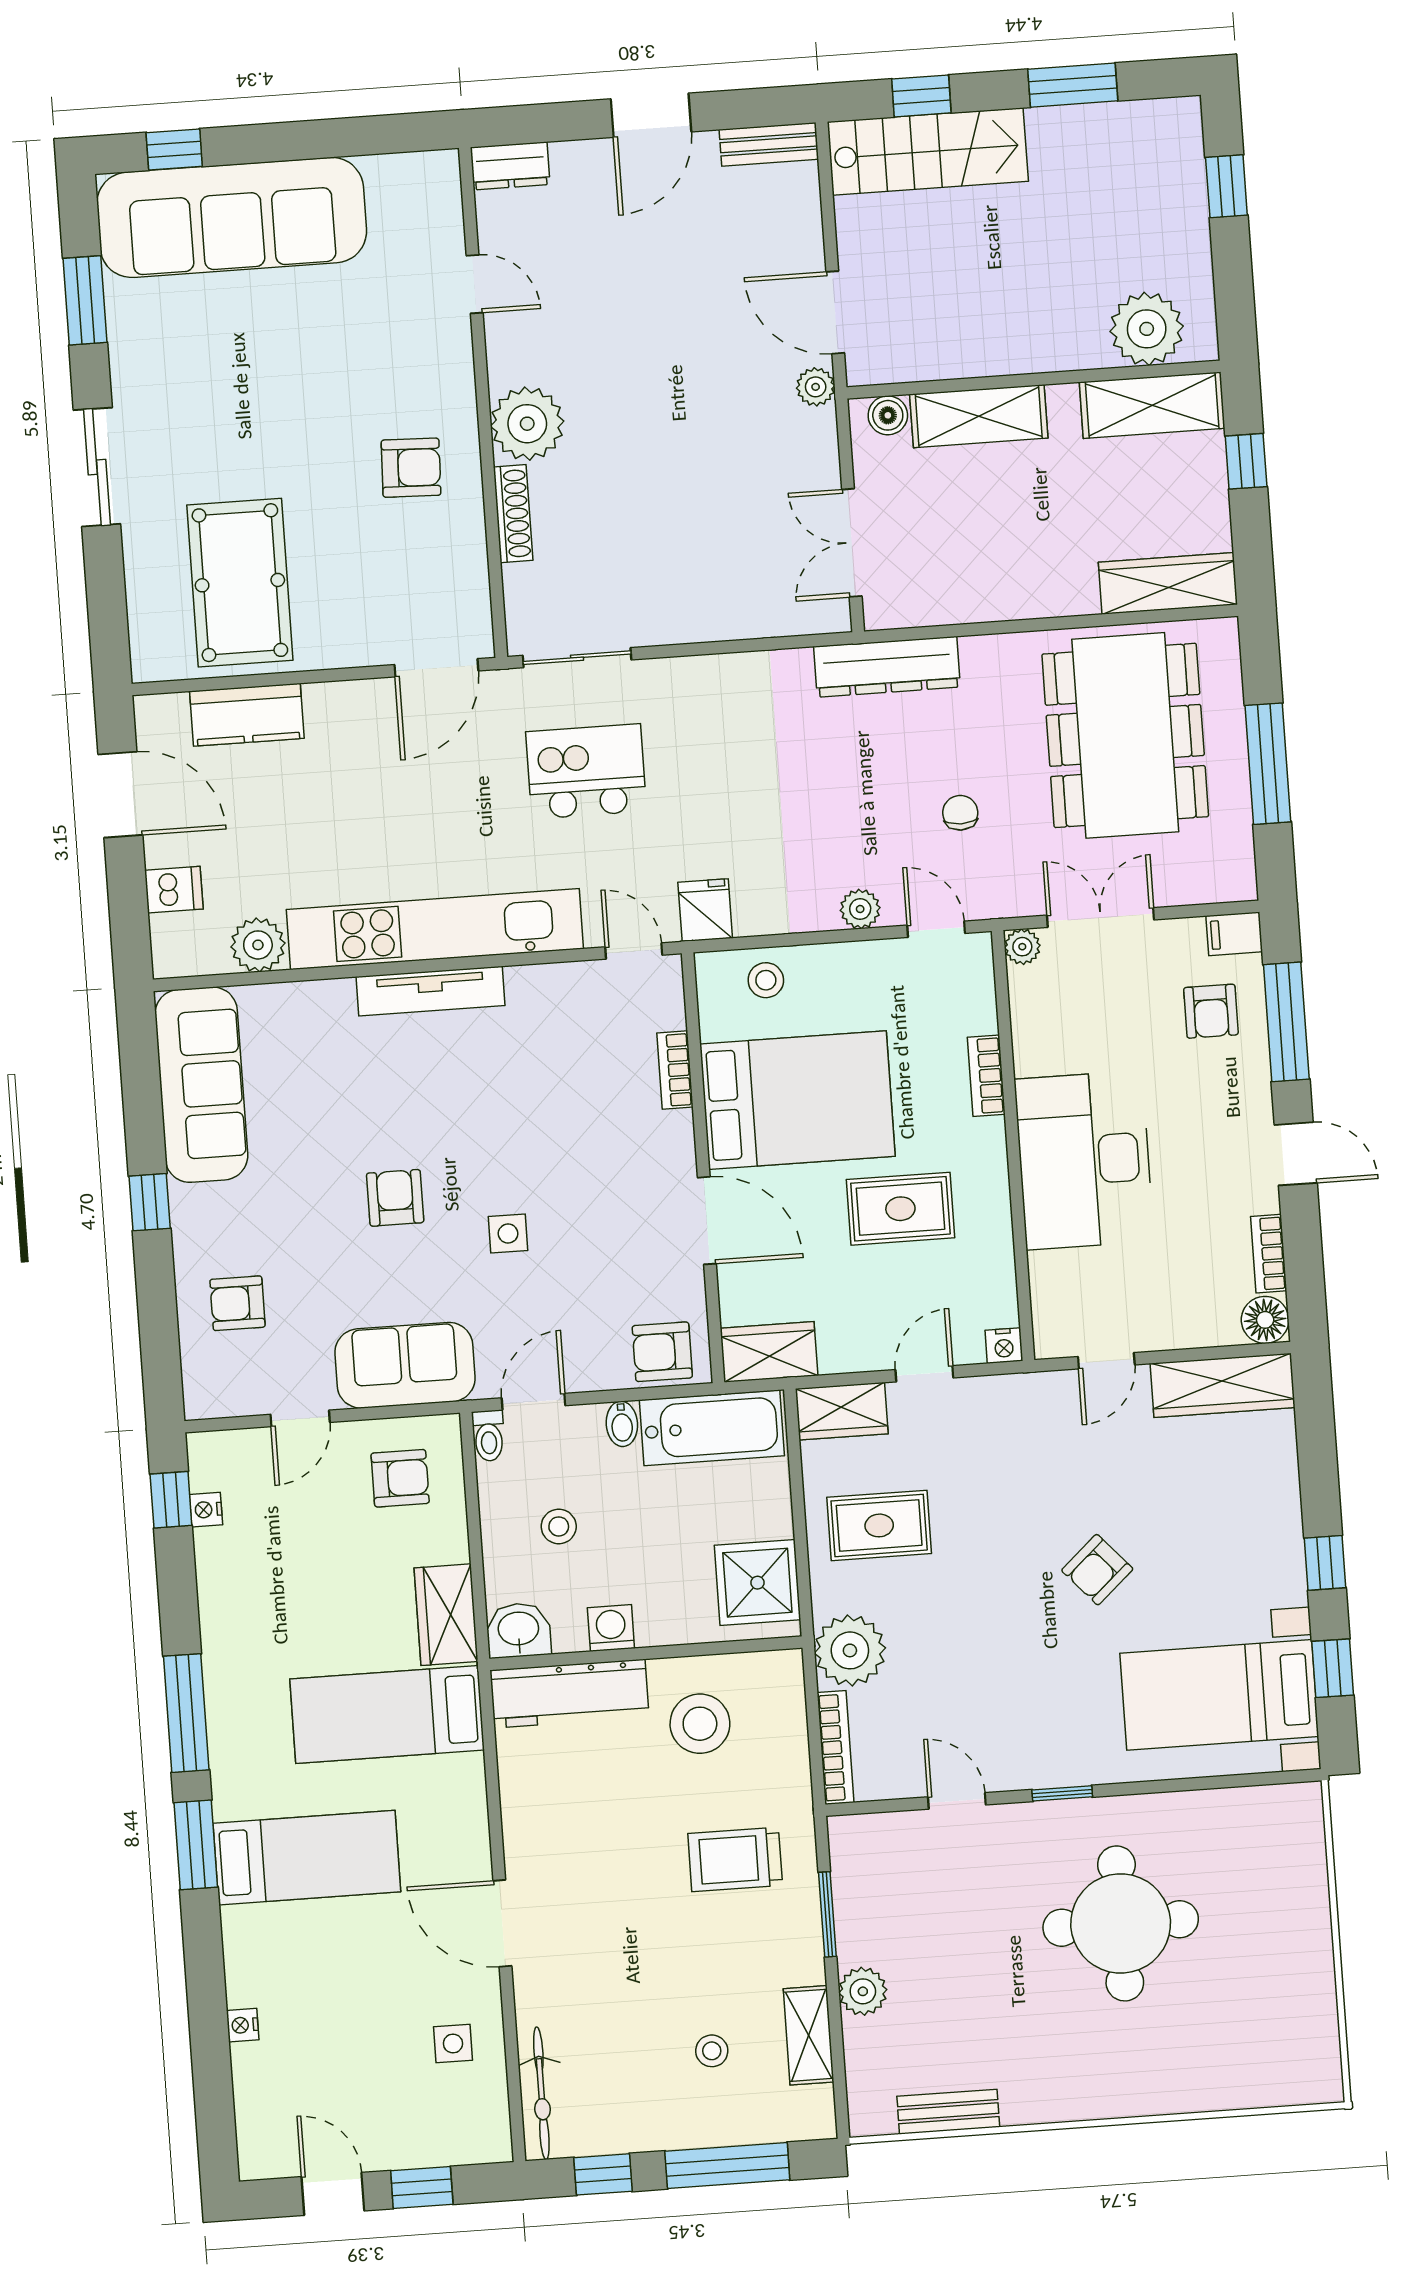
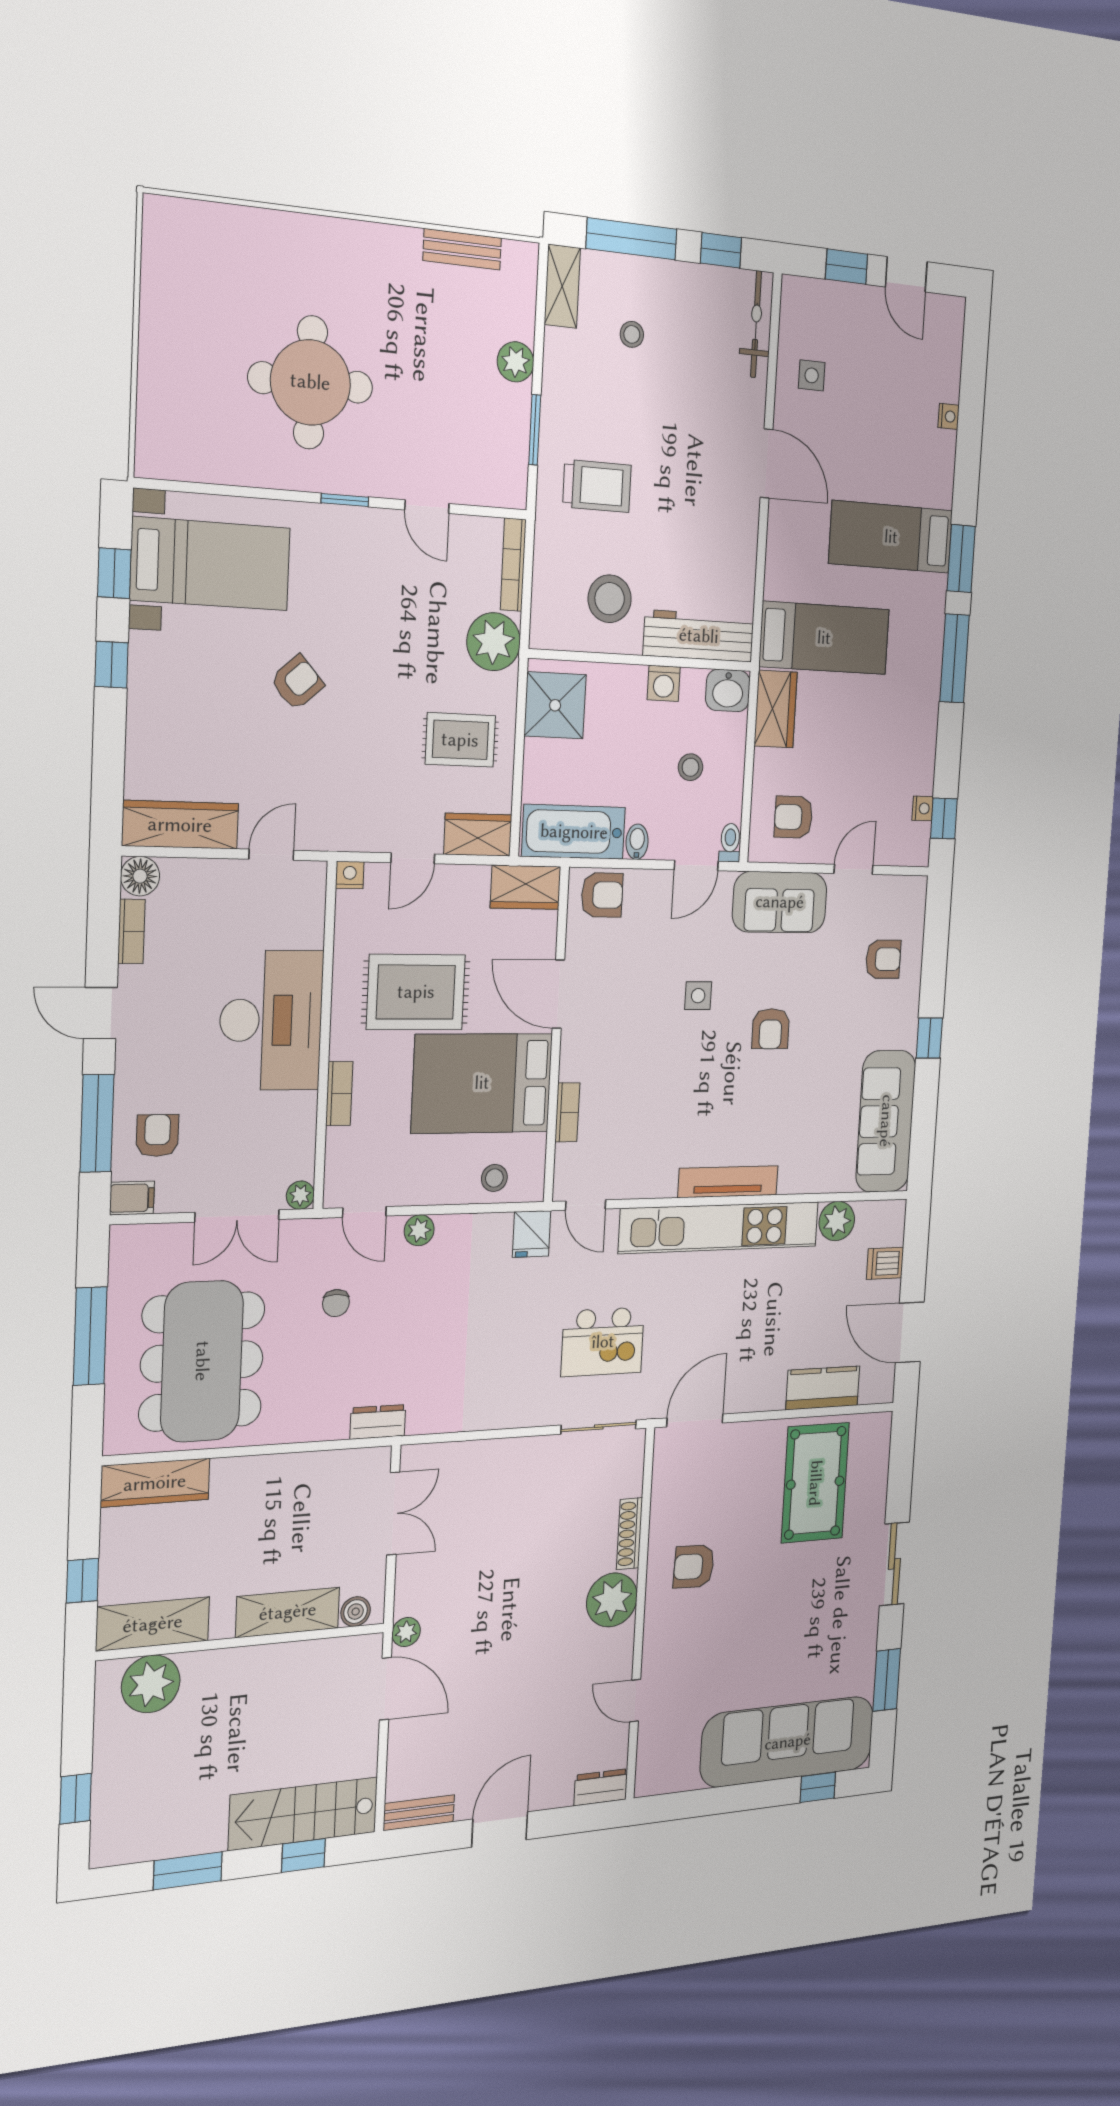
dresser: (887, 667) -> (378, 1422), width x0.51, depth x0.80
rug: (900, 1209) -> (416, 992), width x1.36, depth x1.43
shelving: (809, 2035) -> (562, 286), moved

